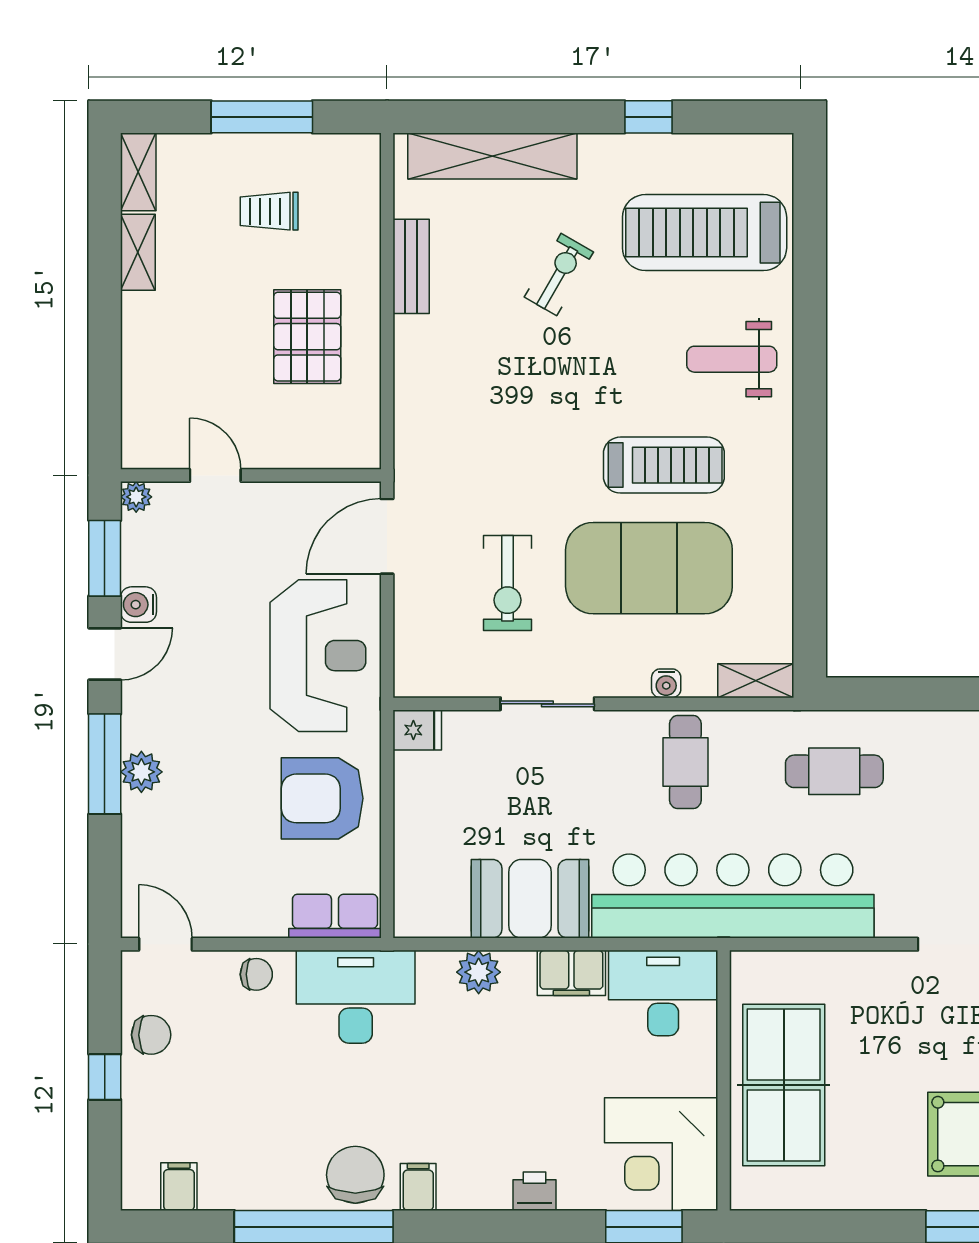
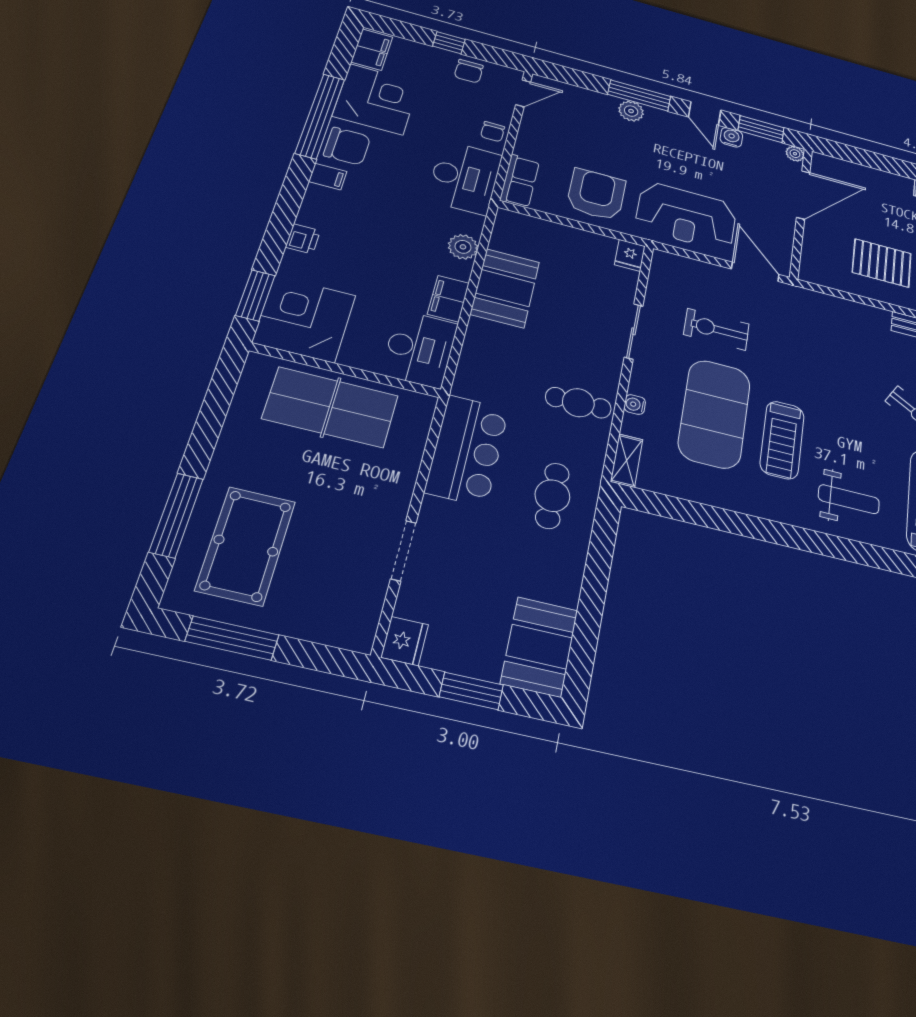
weight bench: (732, 359) -> (849, 499), turned 90
door: (215, 475) -> (803, 195), width x1.88
bar counter: (733, 896) -> (467, 450), width x0.54
corner desk: (254, 1156) -> (376, 99), added
filing cabinet: (179, 1187) -> (372, 50), width x2.00

